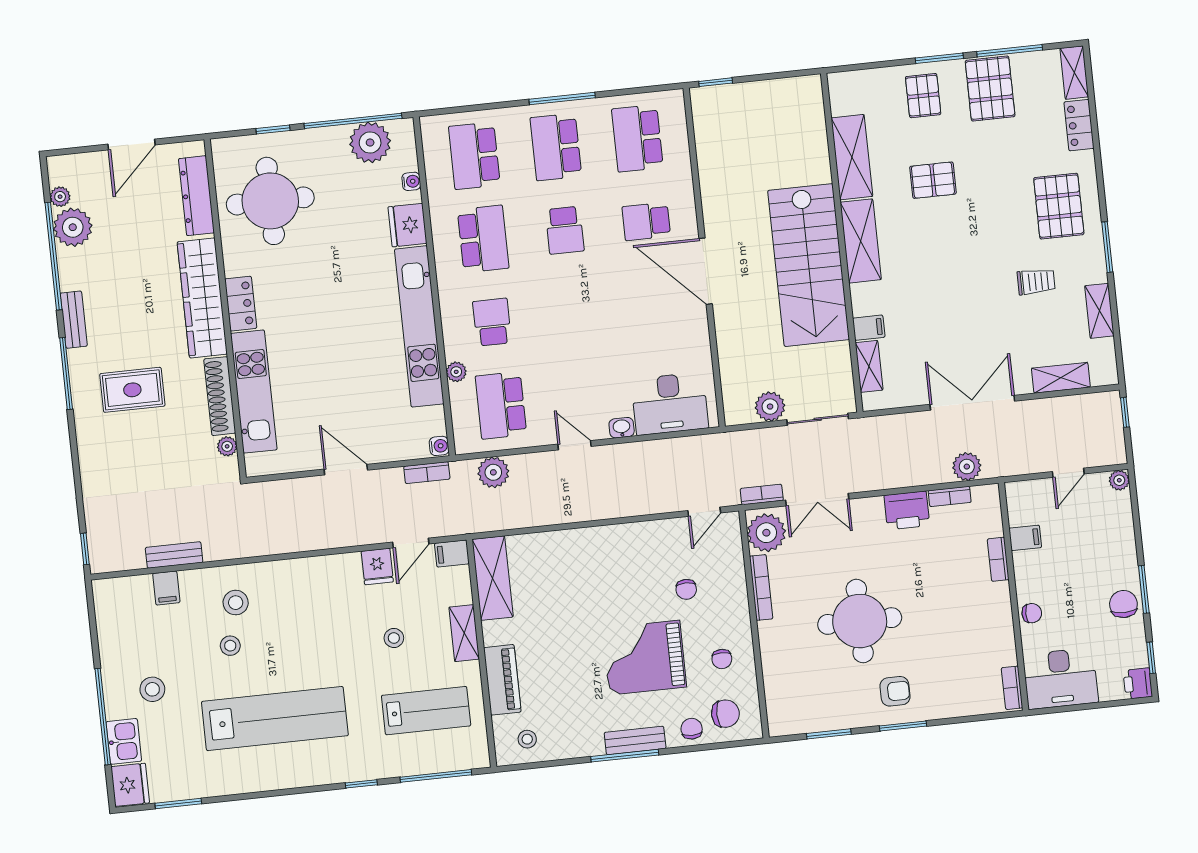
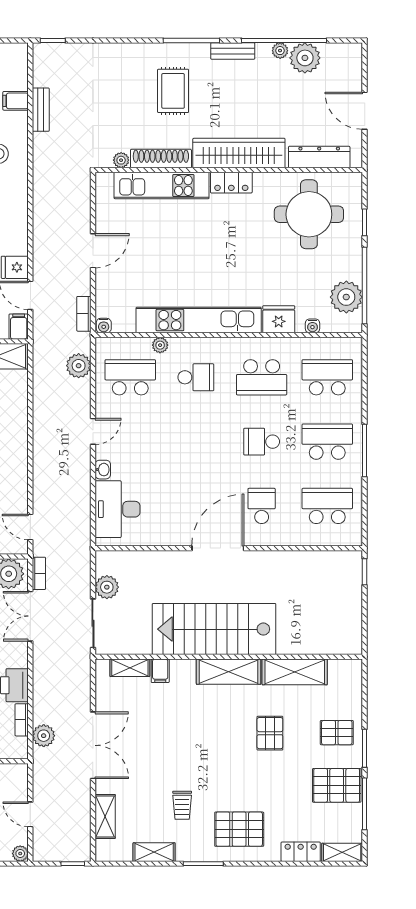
plant: (60, 197) -> (280, 51), moved

